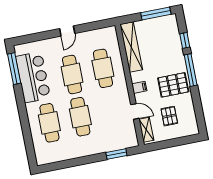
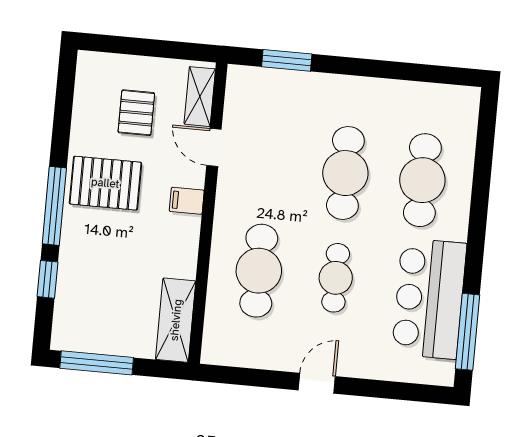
shelving: (131, 47) -> (176, 320), width x0.68
cafe table: (72, 74) -> (336, 278), width x0.73, depth x0.74

